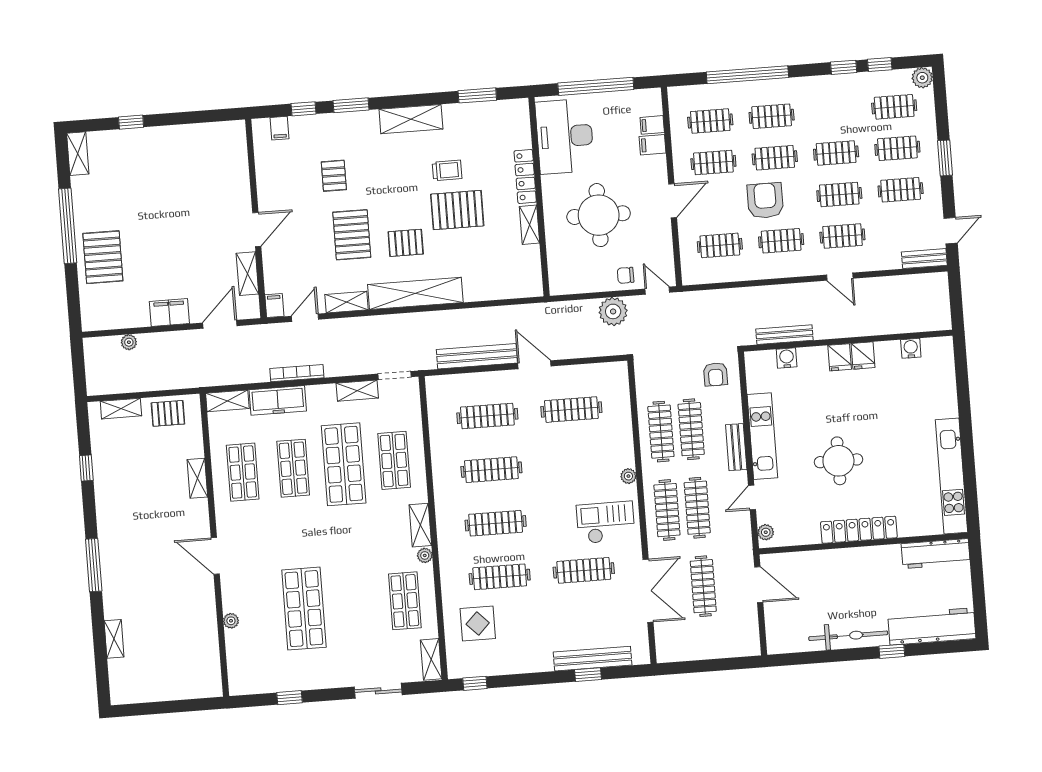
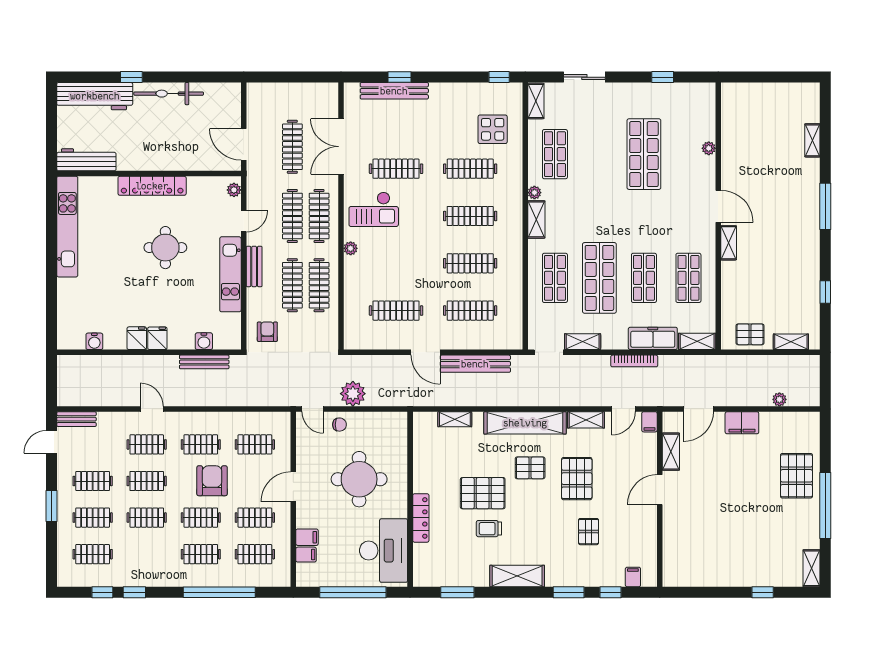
plant: (922, 78) -> (66, 578), removed
armchair: (765, 201) -> (212, 481), turned 180
shelving: (529, 225) -> (455, 419), moved, turned 90
shelving: (197, 478) -> (729, 243), moved

